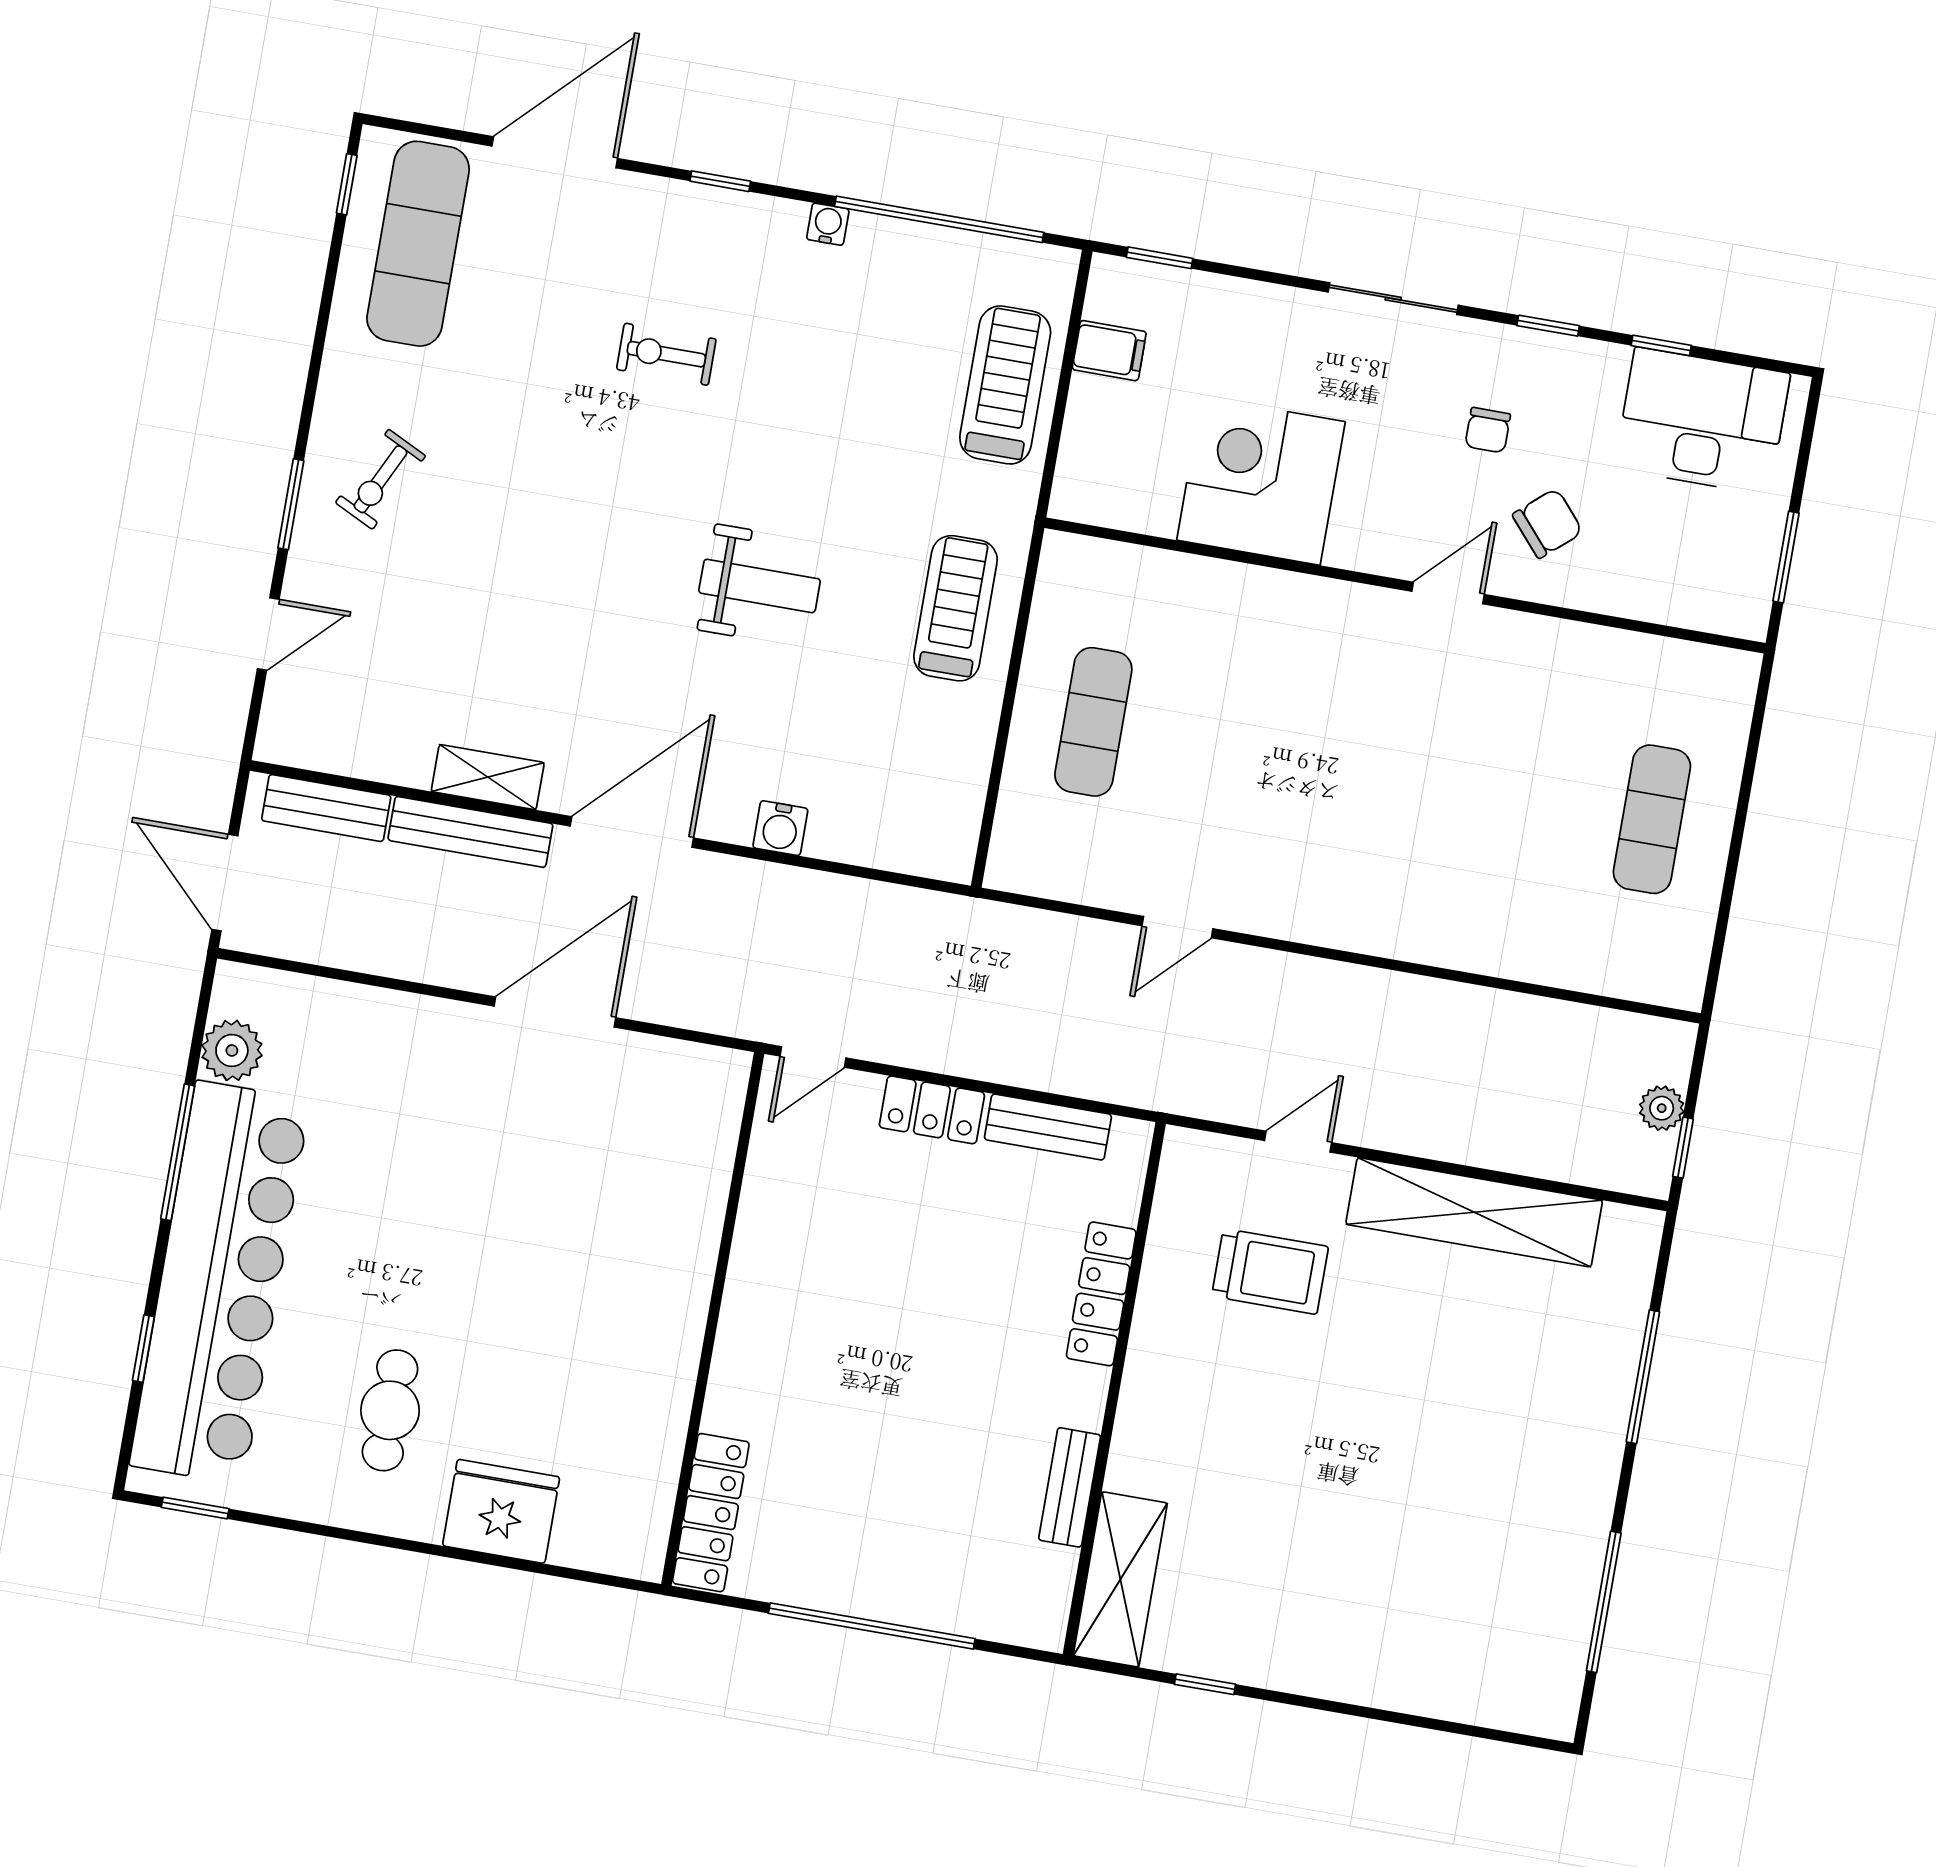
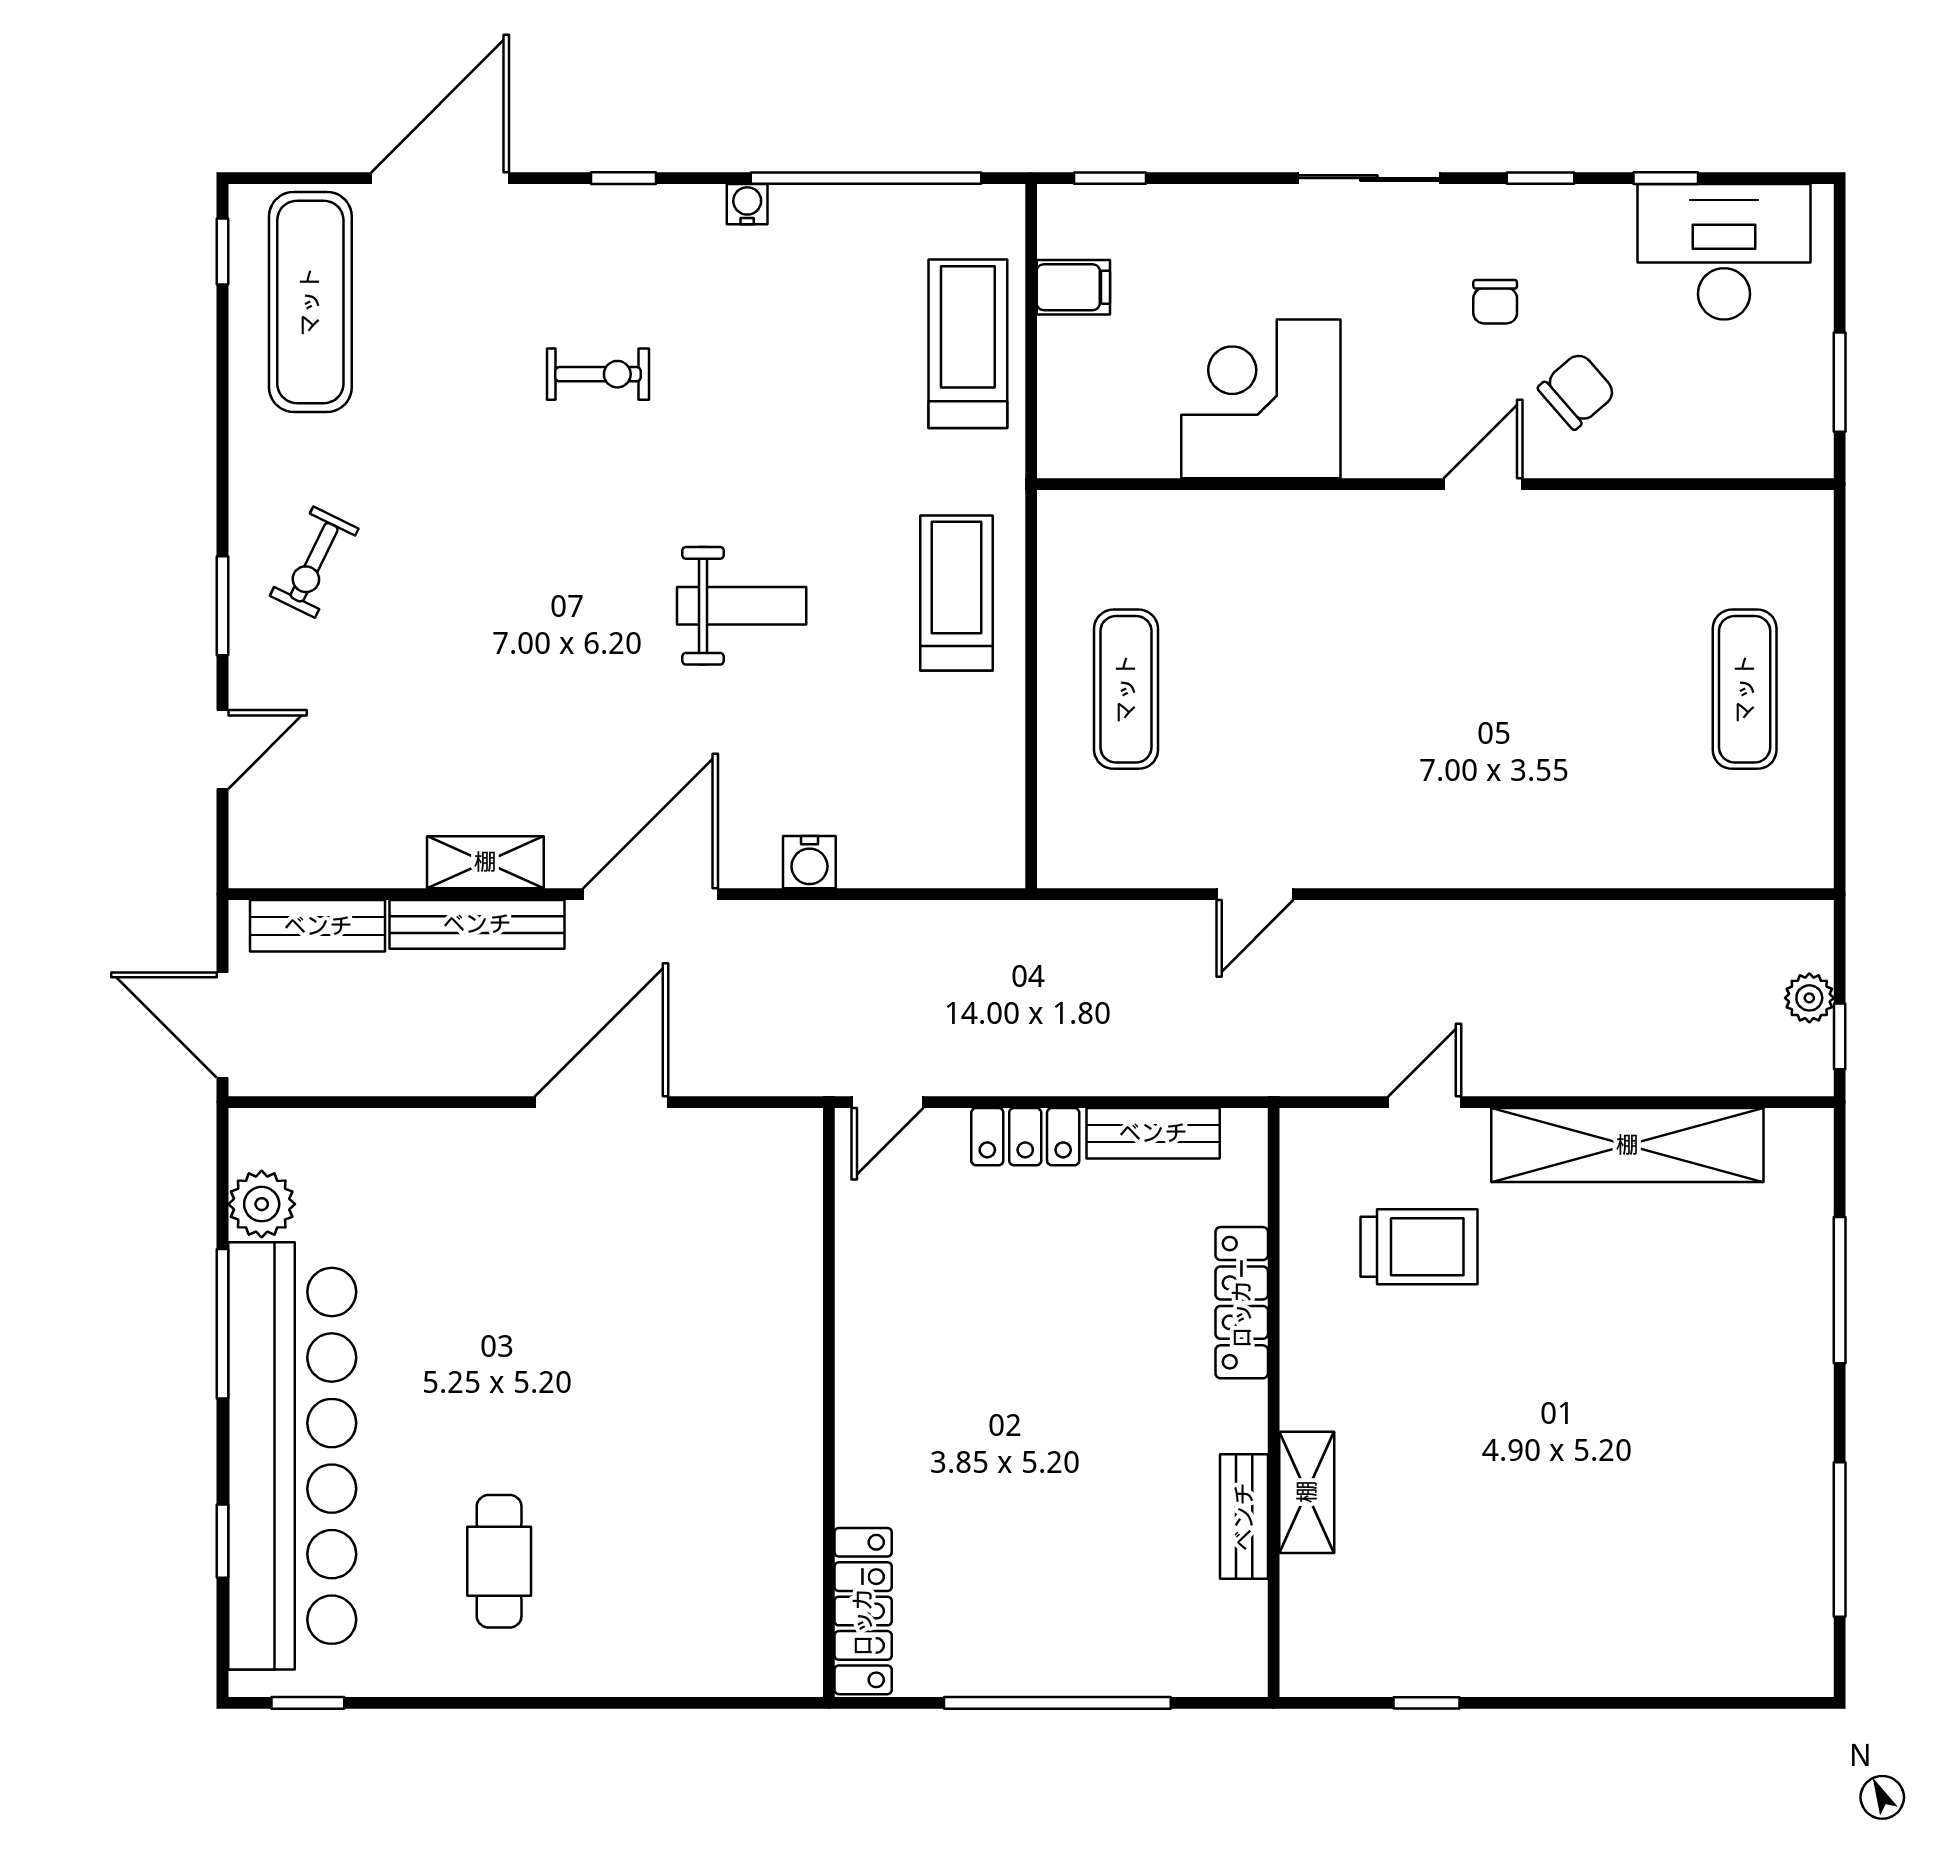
exercise bike: (666, 354) -> (598, 374), turned 180
fridge: (501, 1511) -> (637, 1649), removed
shelving: (1120, 1579) -> (1307, 1492), moved, width x0.67, depth x0.75

